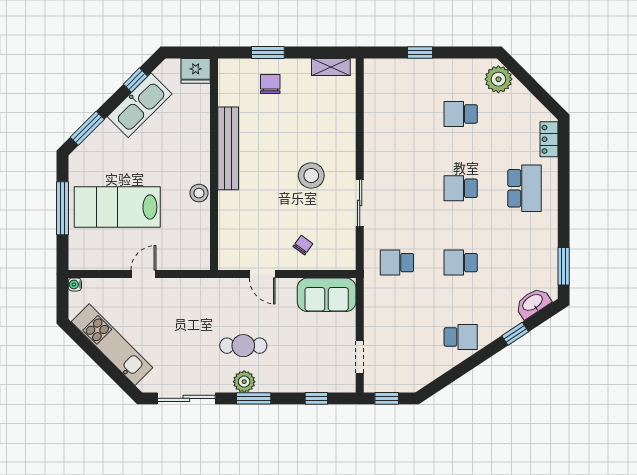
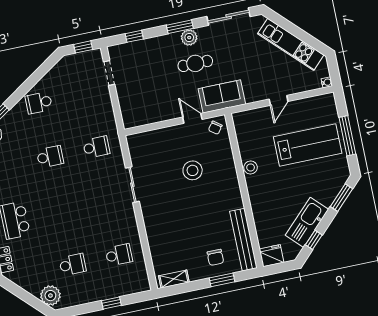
bench: (228, 148) -> (243, 240), moved
stool: (311, 176) -> (193, 170), moved
school desk: (461, 188) -> (119, 255), moved
chair: (303, 245) -> (215, 128), moved
sofa: (327, 295) -> (222, 96), moved

